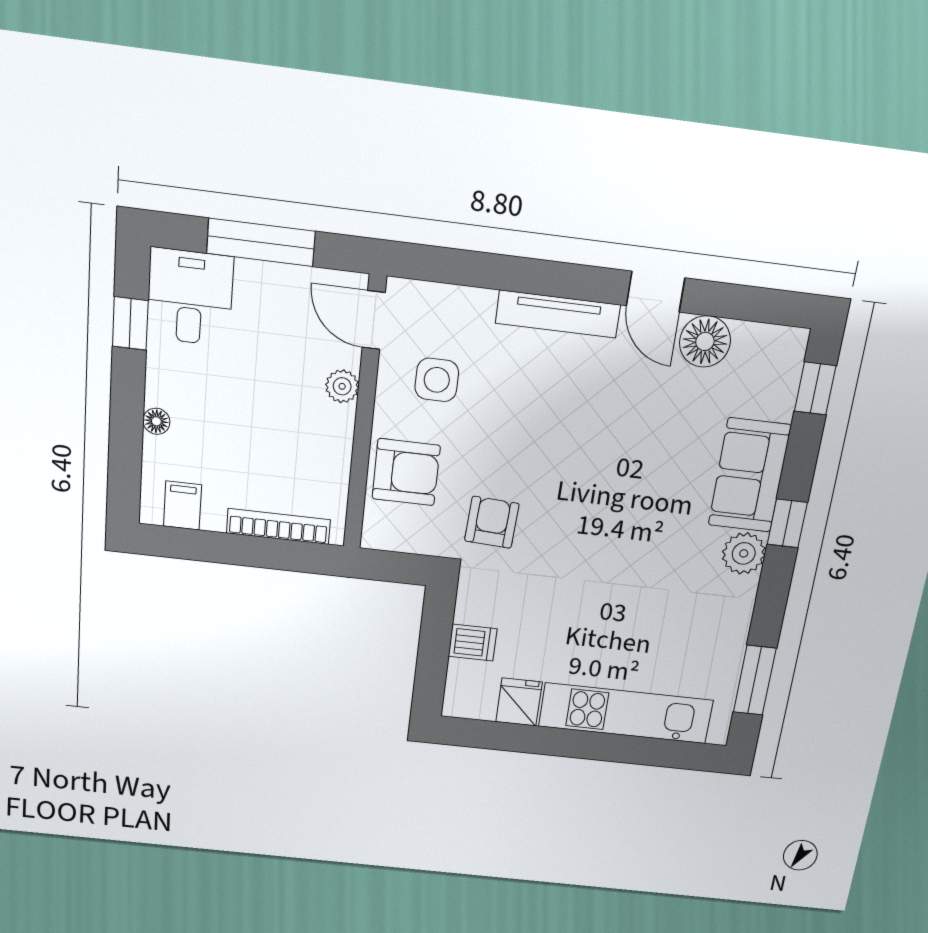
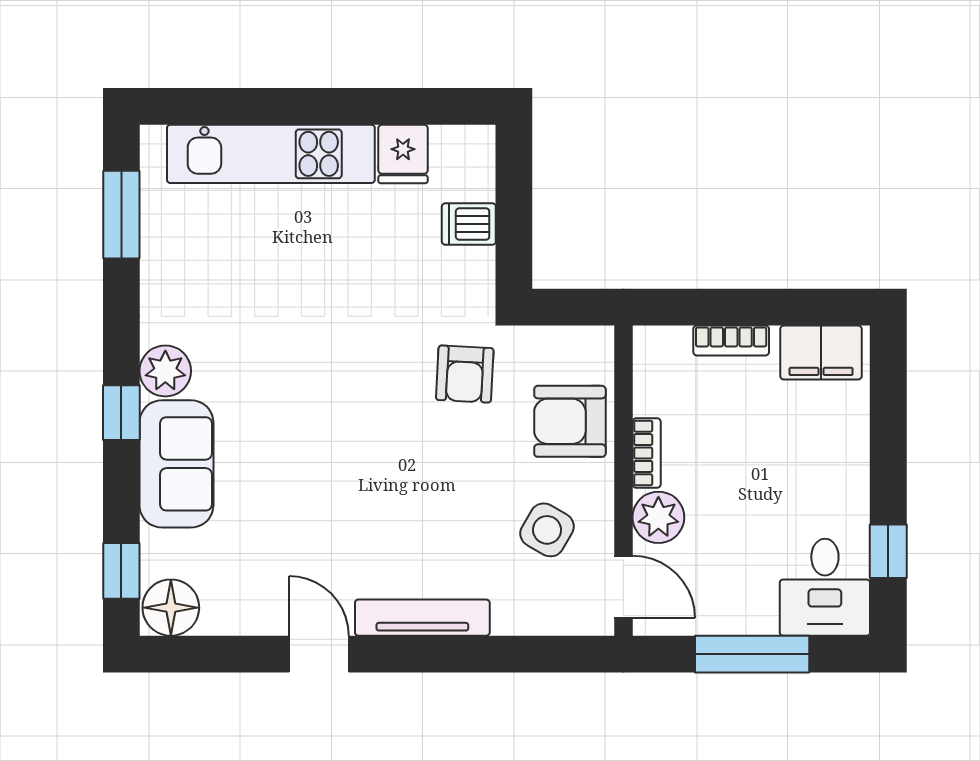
floor lamp: (705, 341) -> (171, 608), moved
side table: (437, 380) -> (547, 530), turned 30
plant: (342, 386) -> (658, 517), width x1.38, depth x1.38
floor lamp: (156, 421) -> (855, 447), removed
bookcase: (342, 437) -> (647, 453), added
filing cabinet: (182, 506) -> (821, 353), width x2.00
bookcase: (278, 526) -> (731, 341), width x0.64

